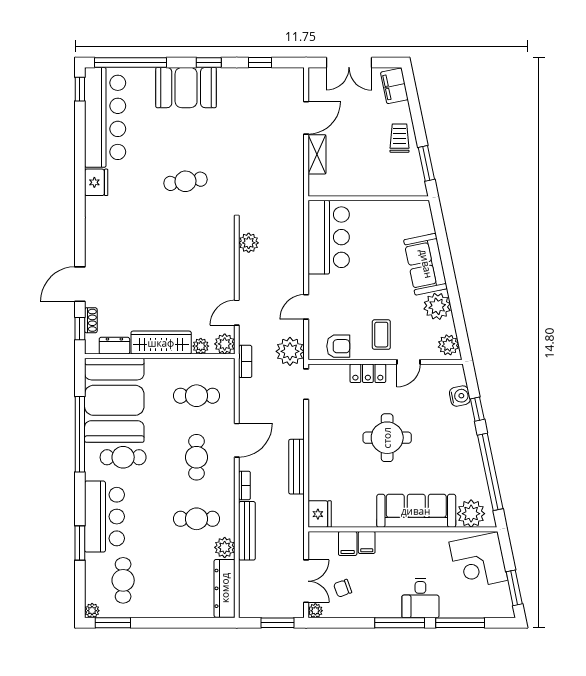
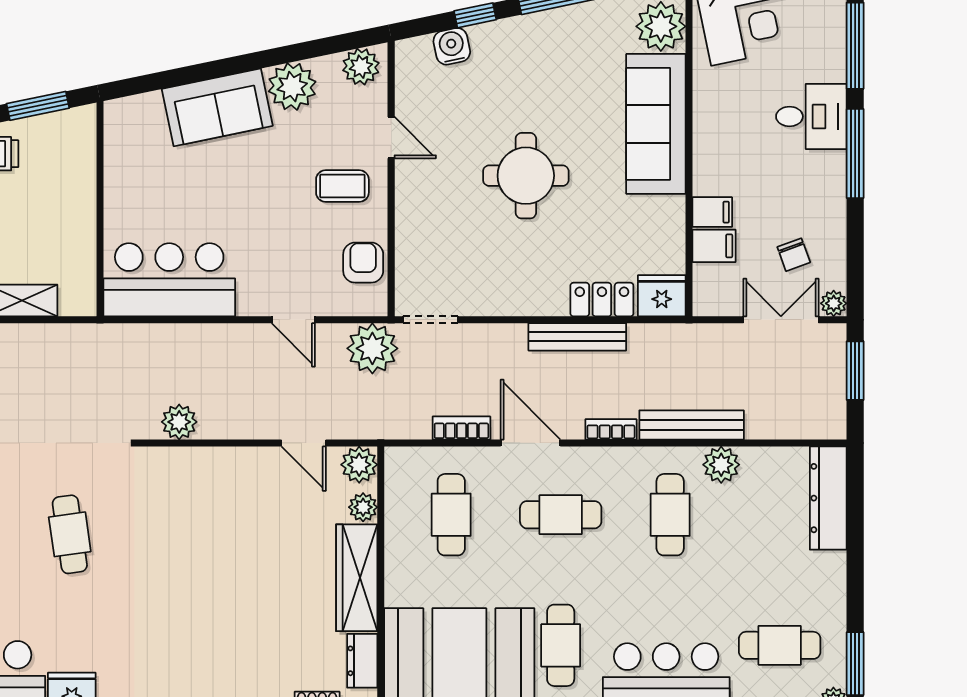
bookcase: (245, 361) -> (461, 428), moved
locker: (368, 373) -> (602, 300), moved, turned -90
dresser: (225, 588) -> (828, 498), moved, turned 90

